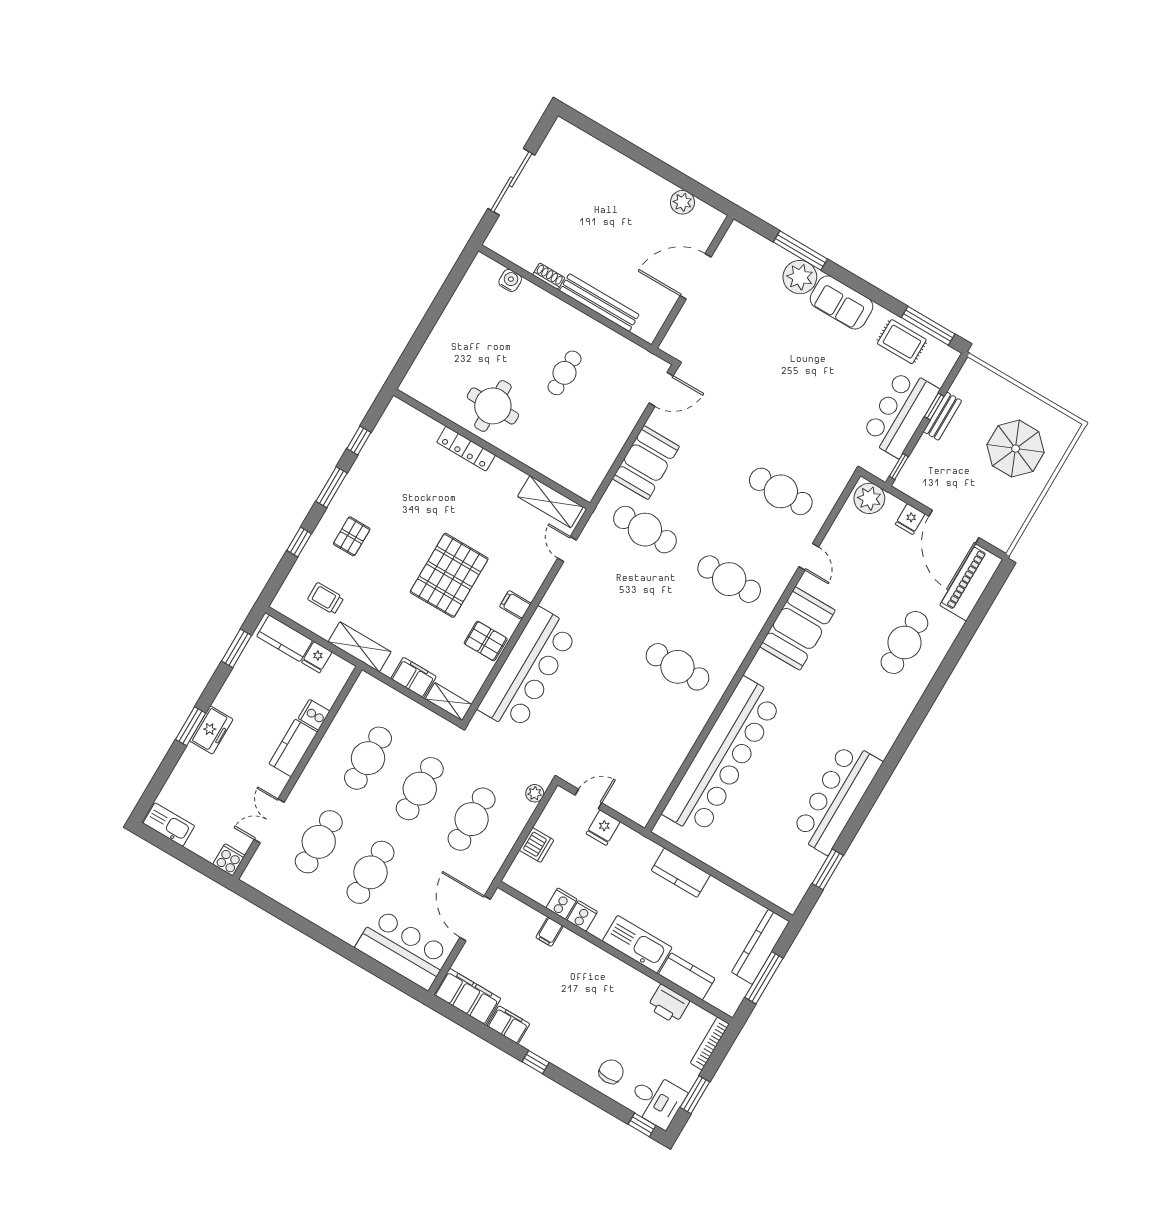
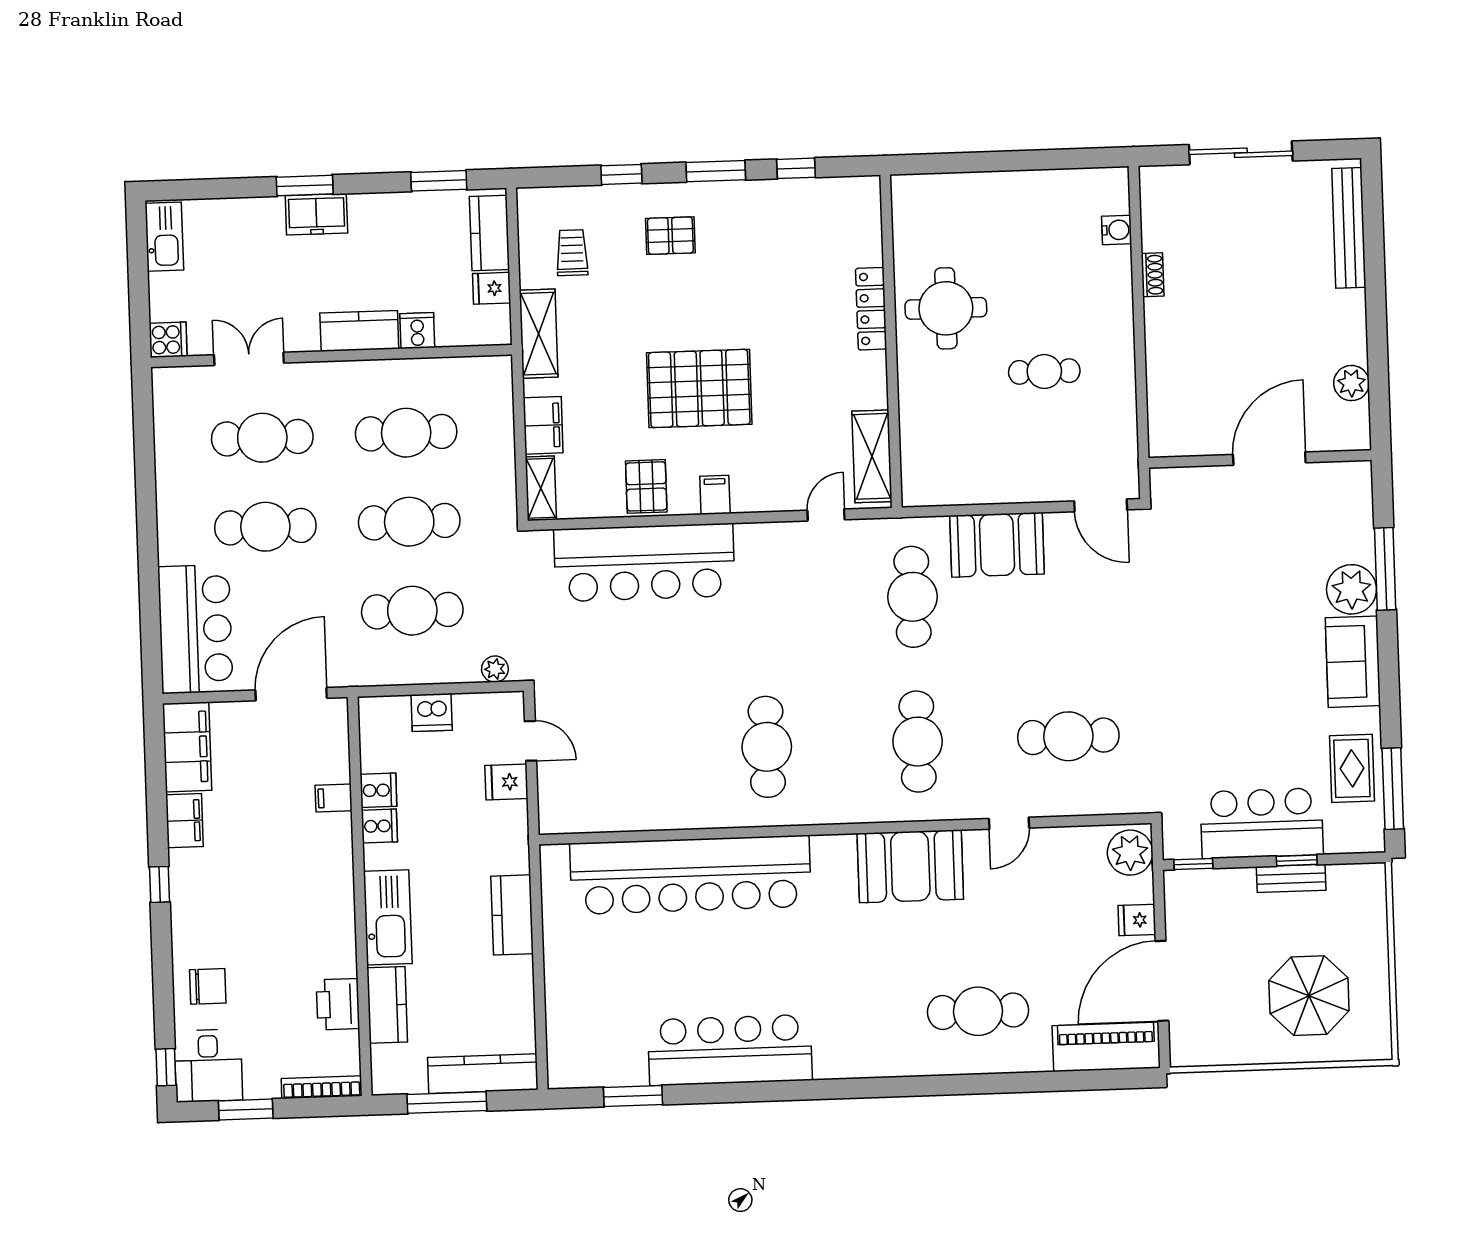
door: (696, 276) -> (1269, 459), hinge flipped
bench: (599, 303) -> (1349, 228), moved
cafe table: (781, 491) -> (1068, 736), turned 90

